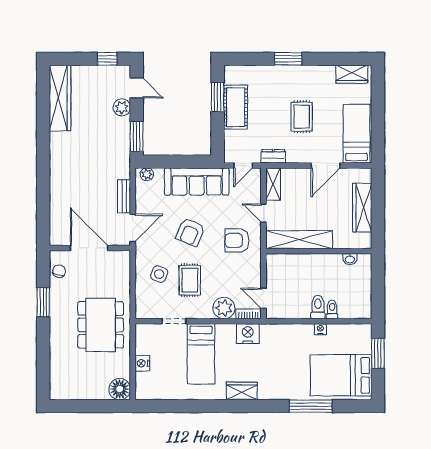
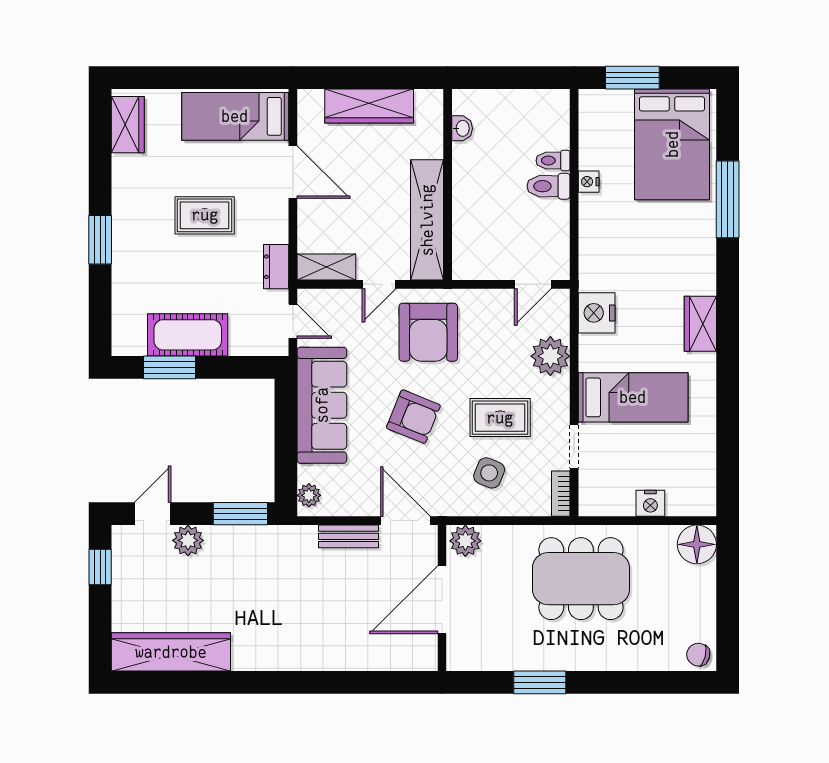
armchair: (237, 240) -> (428, 332), width x1.36, depth x1.36
plant: (122, 261) -> (465, 541), added
chair: (59, 271) -> (698, 655), moved
bookcase: (249, 314) -> (561, 494), moved

